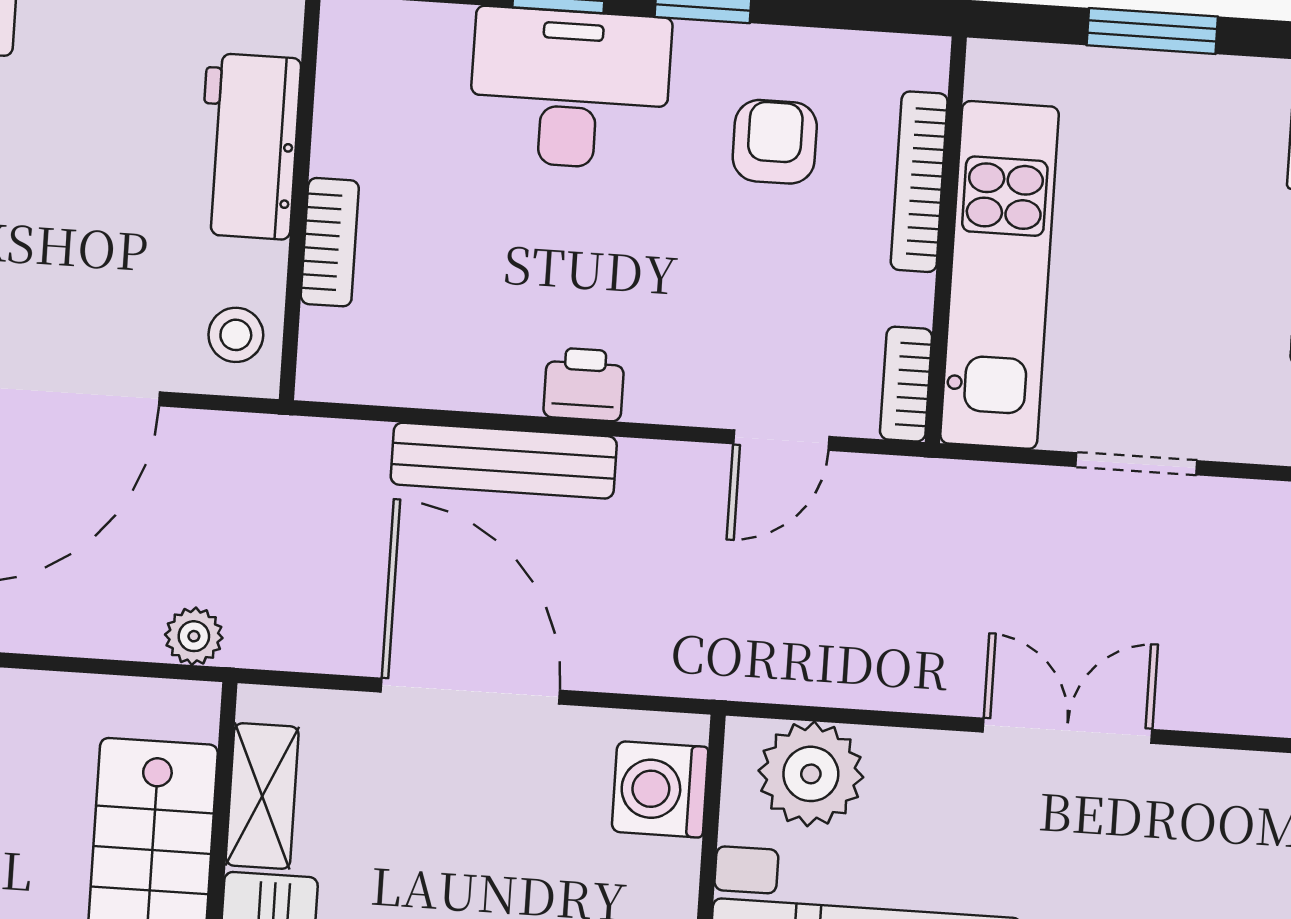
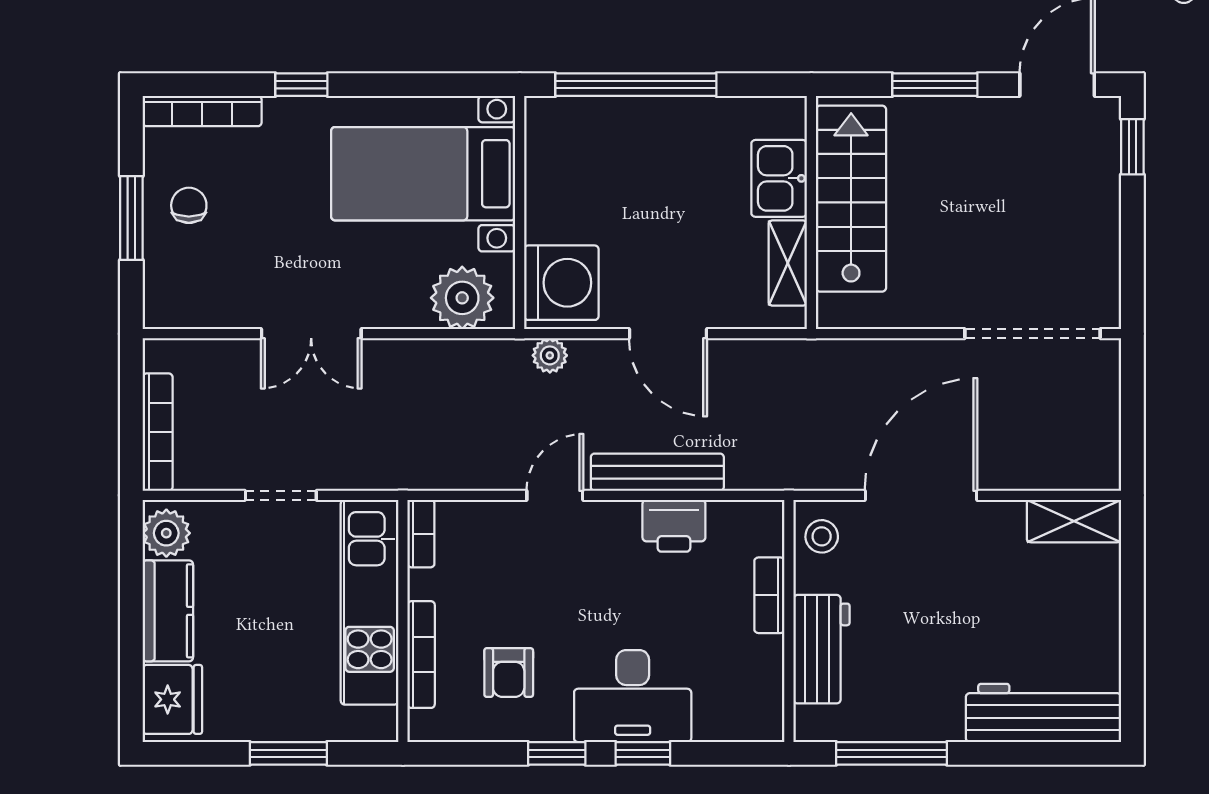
printer: (584, 384) -> (674, 526), moved, width x1.36, depth x1.24
door: (781, 440) -> (555, 495), moved
plant: (194, 636) -> (550, 355), moved
door: (470, 691) -> (668, 334), width x0.73
washing machine: (660, 789) -> (561, 283), width x1.37, depth x1.37

